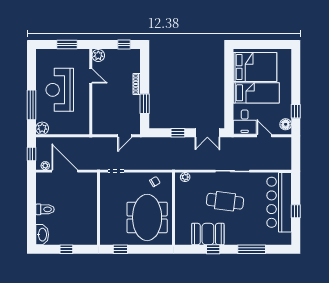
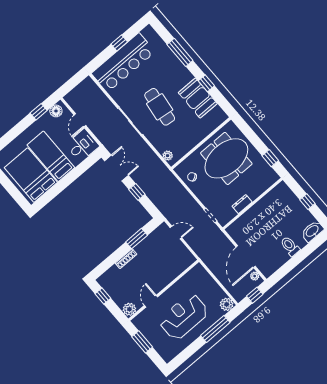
reception desk: (60, 90) -> (184, 317), turned 180
dresser: (105, 201) -> (242, 204), added

